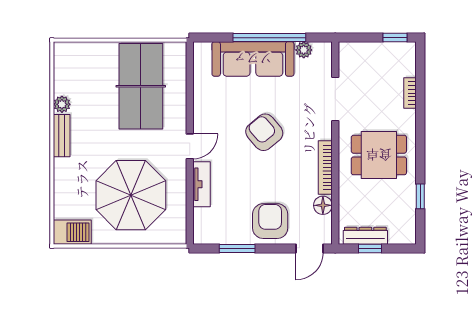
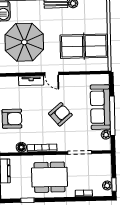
plant: (397, 50) -> (107, 185), added
dining table: (379, 155) -> (50, 177), width x1.37

